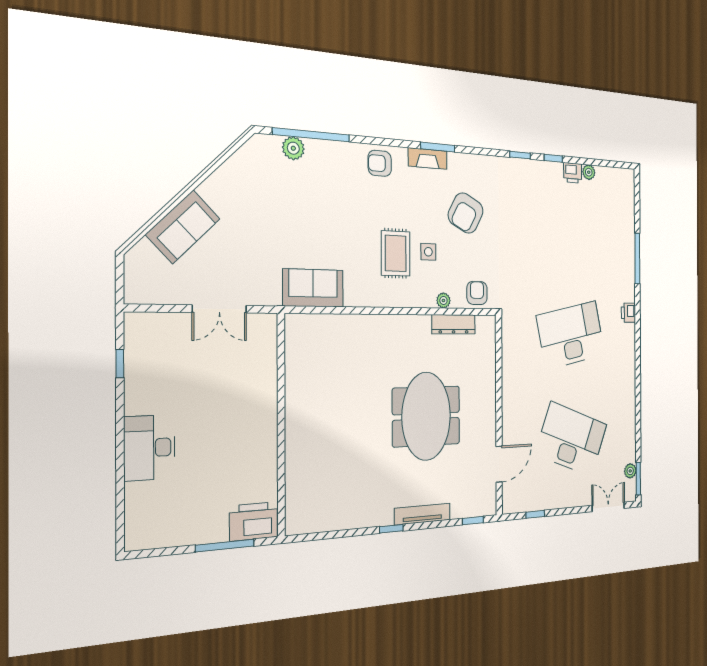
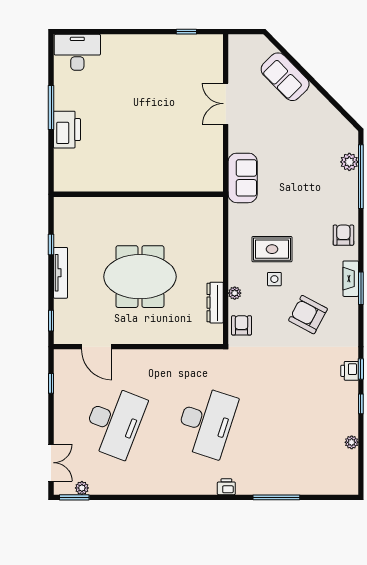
printer: (573, 173) -> (350, 371), moved
armchair: (477, 293) -> (241, 325), turned -90
desk: (571, 335) -> (206, 422), turned 30
wall: (281, 425) -> (138, 194), moved
desk: (149, 448) -> (77, 52), moved

